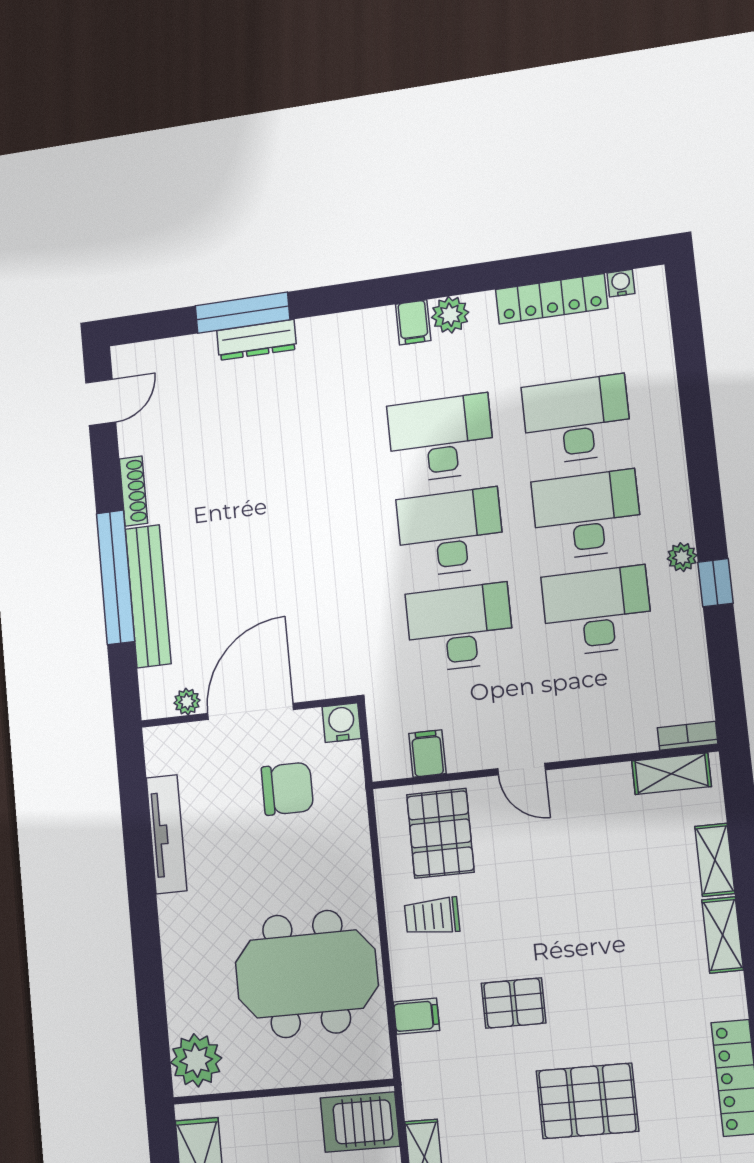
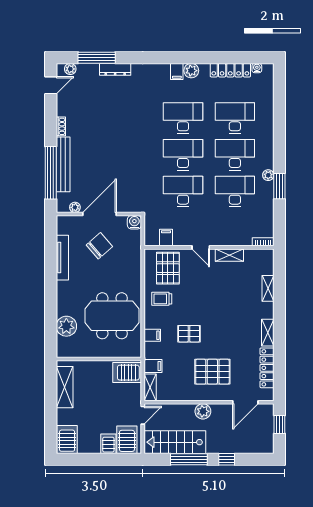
window: (242, 313) -> (97, 58), moved
plant: (145, 355) -> (70, 69), added
shoe rack: (133, 491) -> (61, 126), width x0.70
window: (115, 577) -> (51, 173), moved
window: (715, 583) -> (279, 186), width x1.50
shelving: (671, 774) -> (229, 255), moved
chair: (287, 789) -> (99, 246), moved, turned -41
shelving: (723, 935) -> (268, 333), moved
plant: (196, 1060) -> (66, 326), moved
filing cabinet: (426, 1099) -> (153, 366), added

